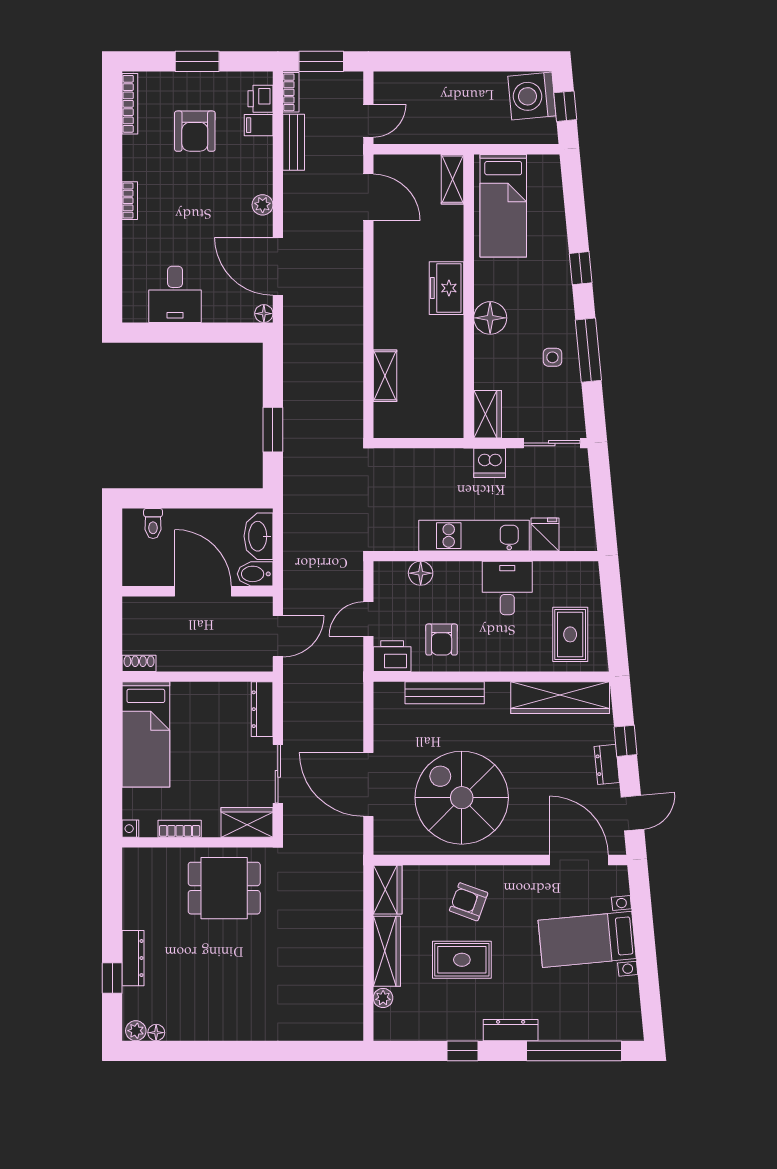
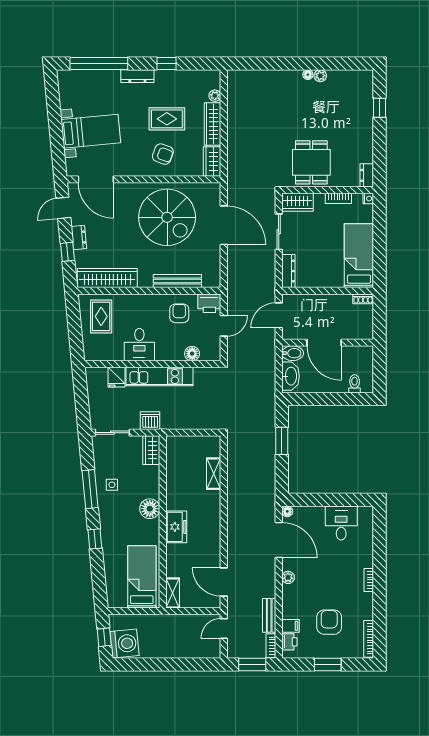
dining table: (224, 888) -> (311, 162), turned 90
dresser: (133, 958) -> (367, 175), moved, width x0.70
plant: (136, 1031) -> (320, 76), moved
floor lamp: (156, 1033) -> (308, 75), moved

